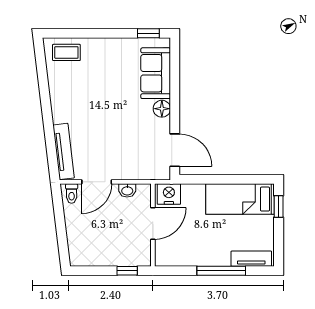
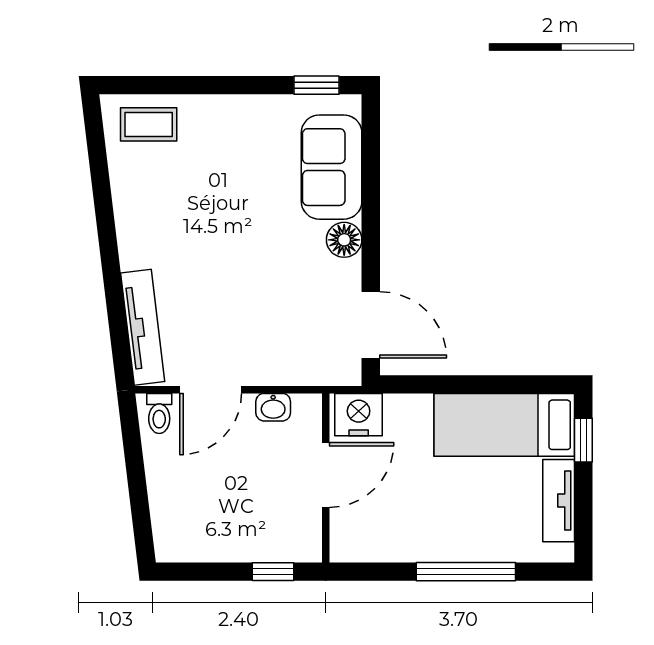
tv unit: (251, 259) -> (559, 501), moved, turned -90

